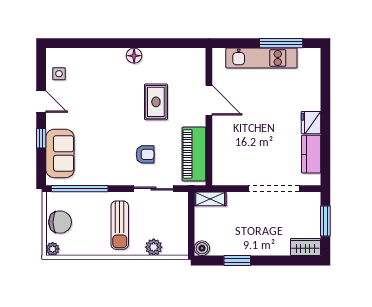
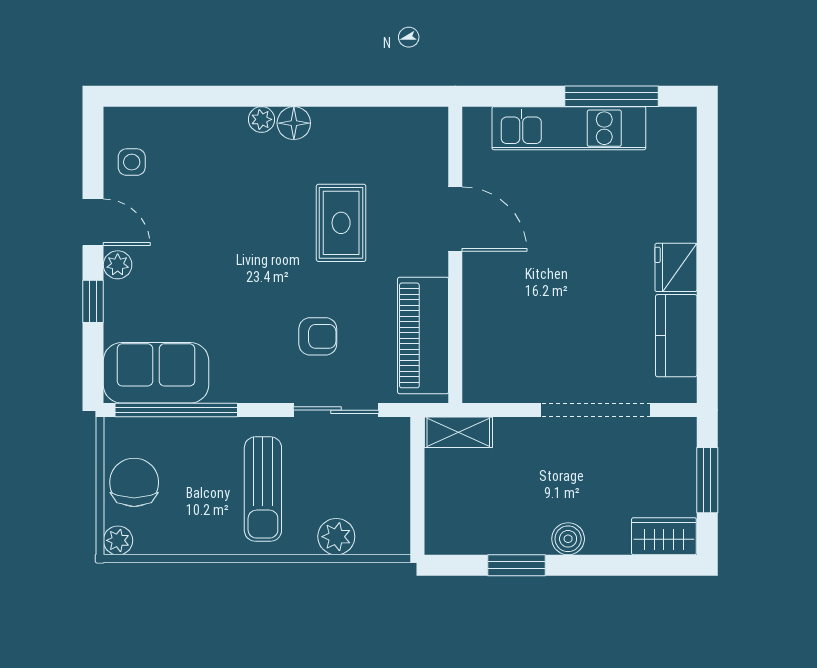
plant: (119, 54) -> (262, 119), added
plant: (52, 121) -> (118, 265), added
sofa: (60, 153) -> (156, 373), moved, turned -90
chair: (60, 222) -> (134, 482), turned -90
boiler: (202, 248) -> (568, 539), moved

